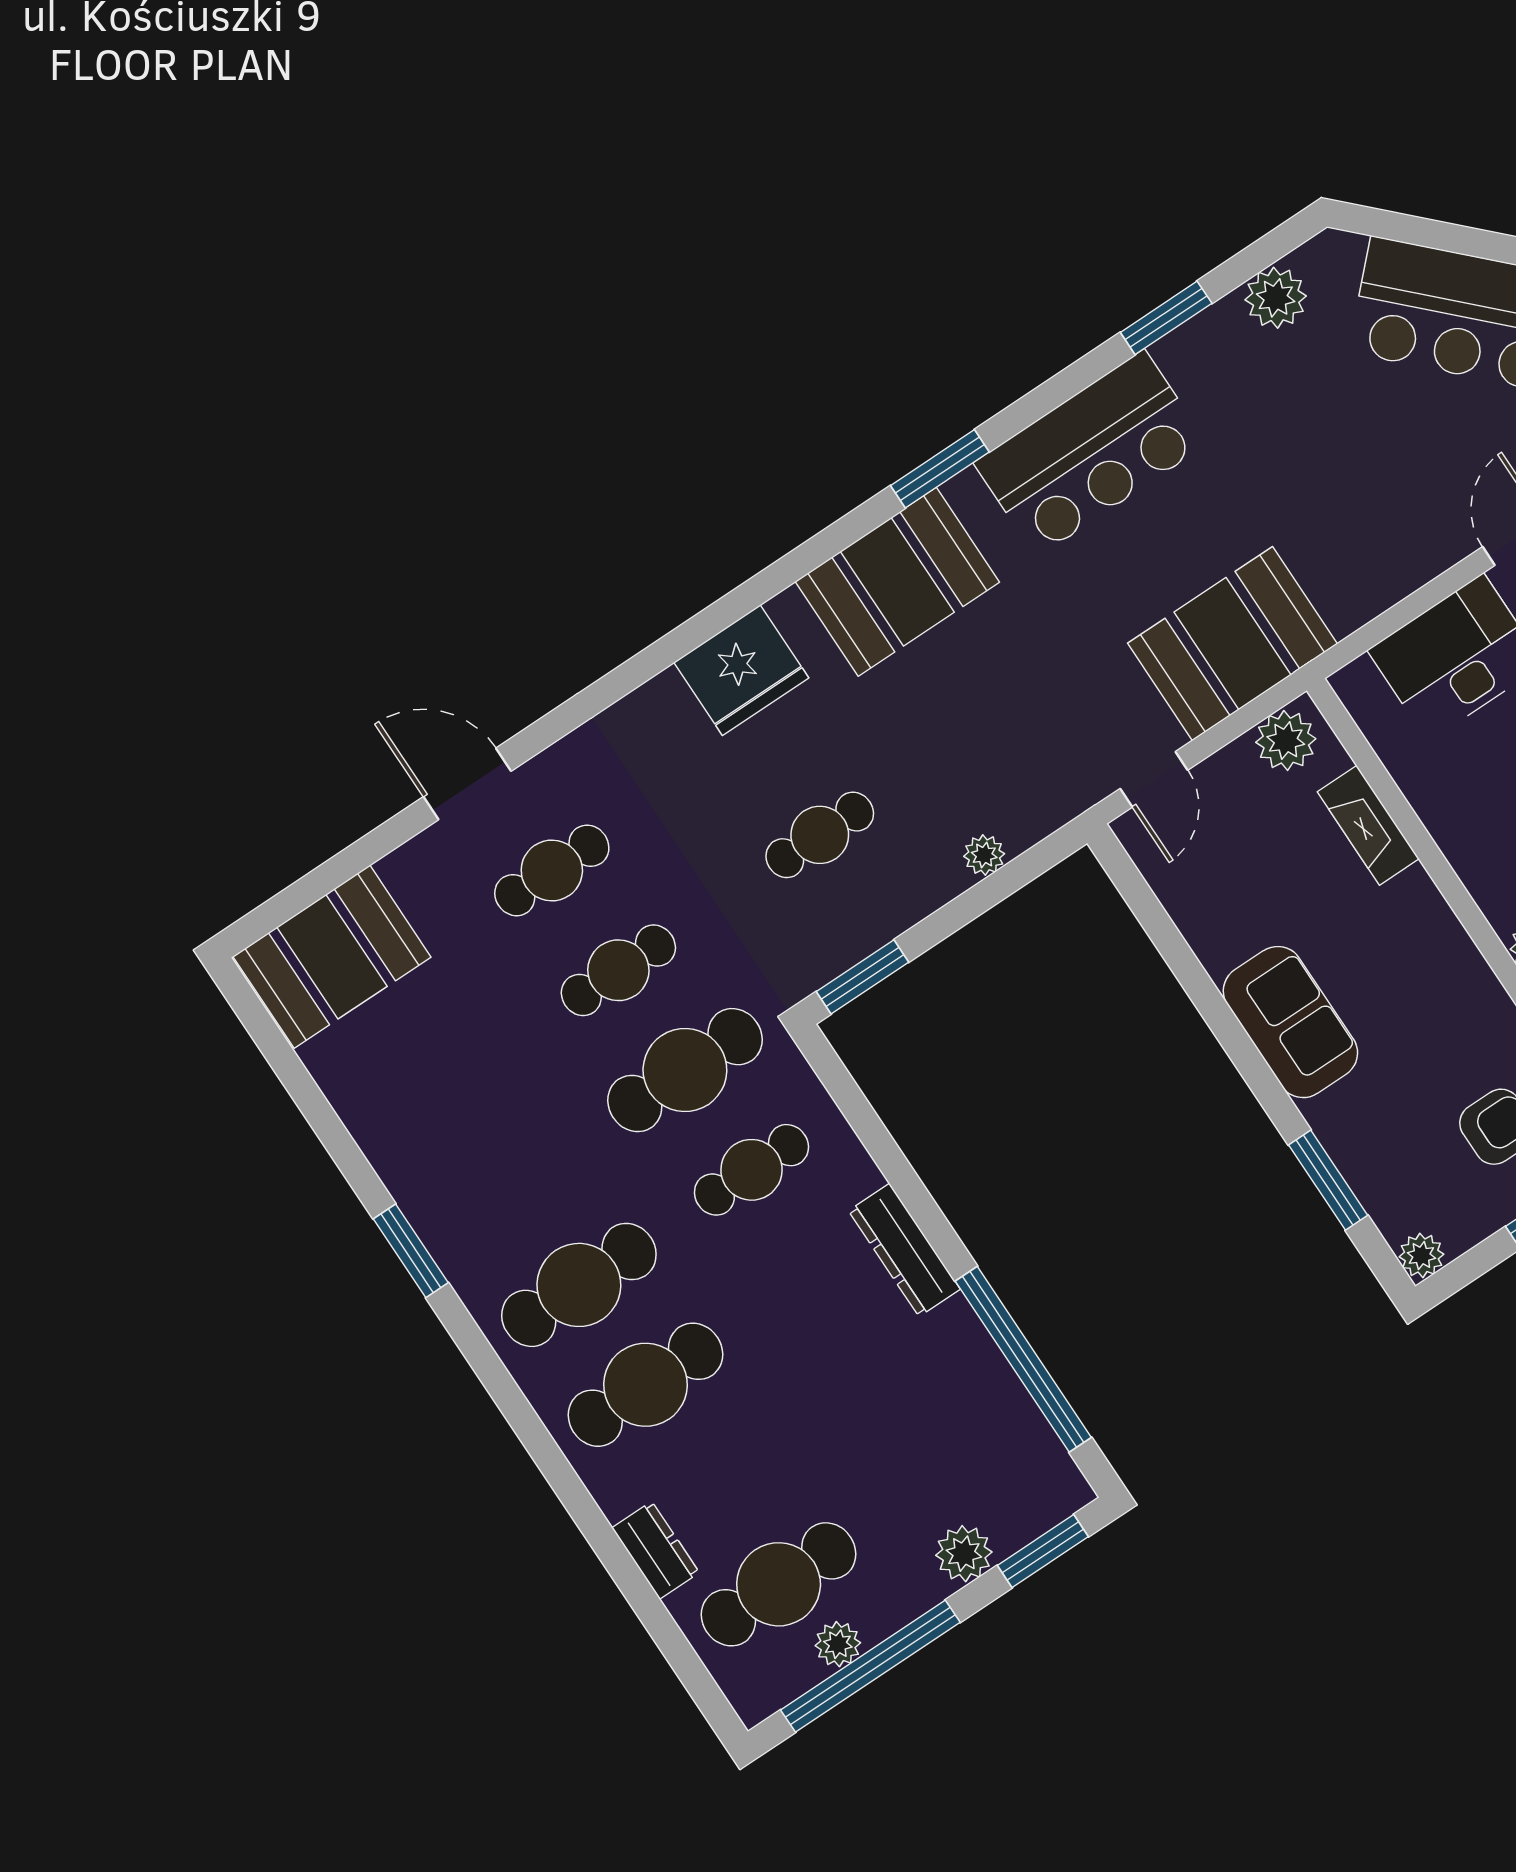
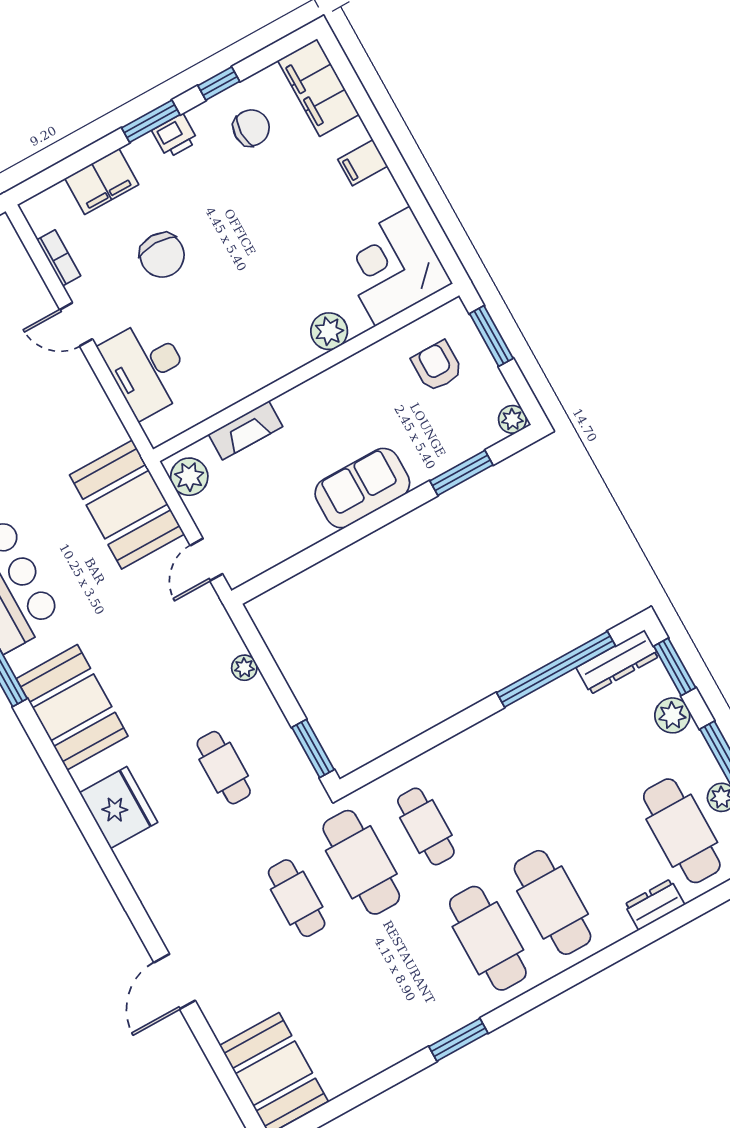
door: (1154, 779) -> (206, 560), swing flipped
cafe table: (552, 870) -> (232, 934), removed
dresser: (904, 1250) -> (618, 662), moved

